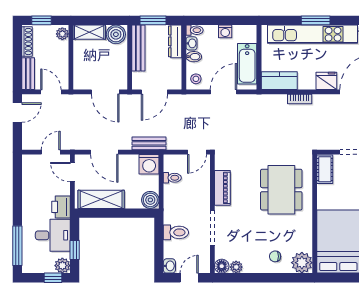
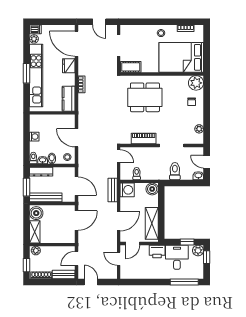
bathtub: (247, 64) -> (57, 121), removed
floor lamp: (222, 266) -> (198, 139), removed

